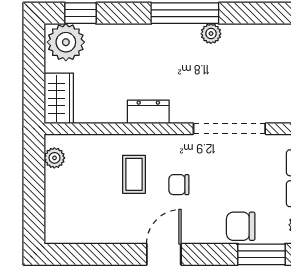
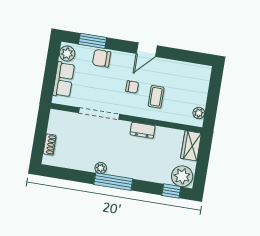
chair: (241, 226) -> (102, 58), turned 180

